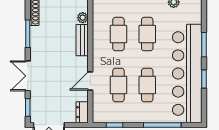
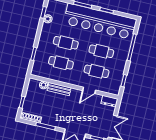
door: (90, 81) -> (89, 90), hinge flipped

